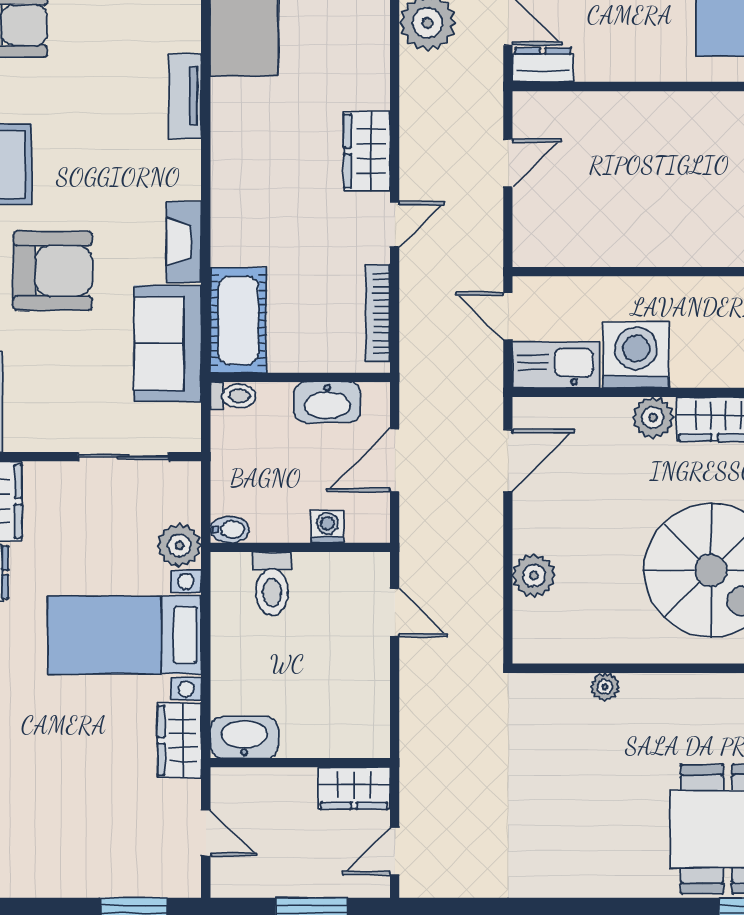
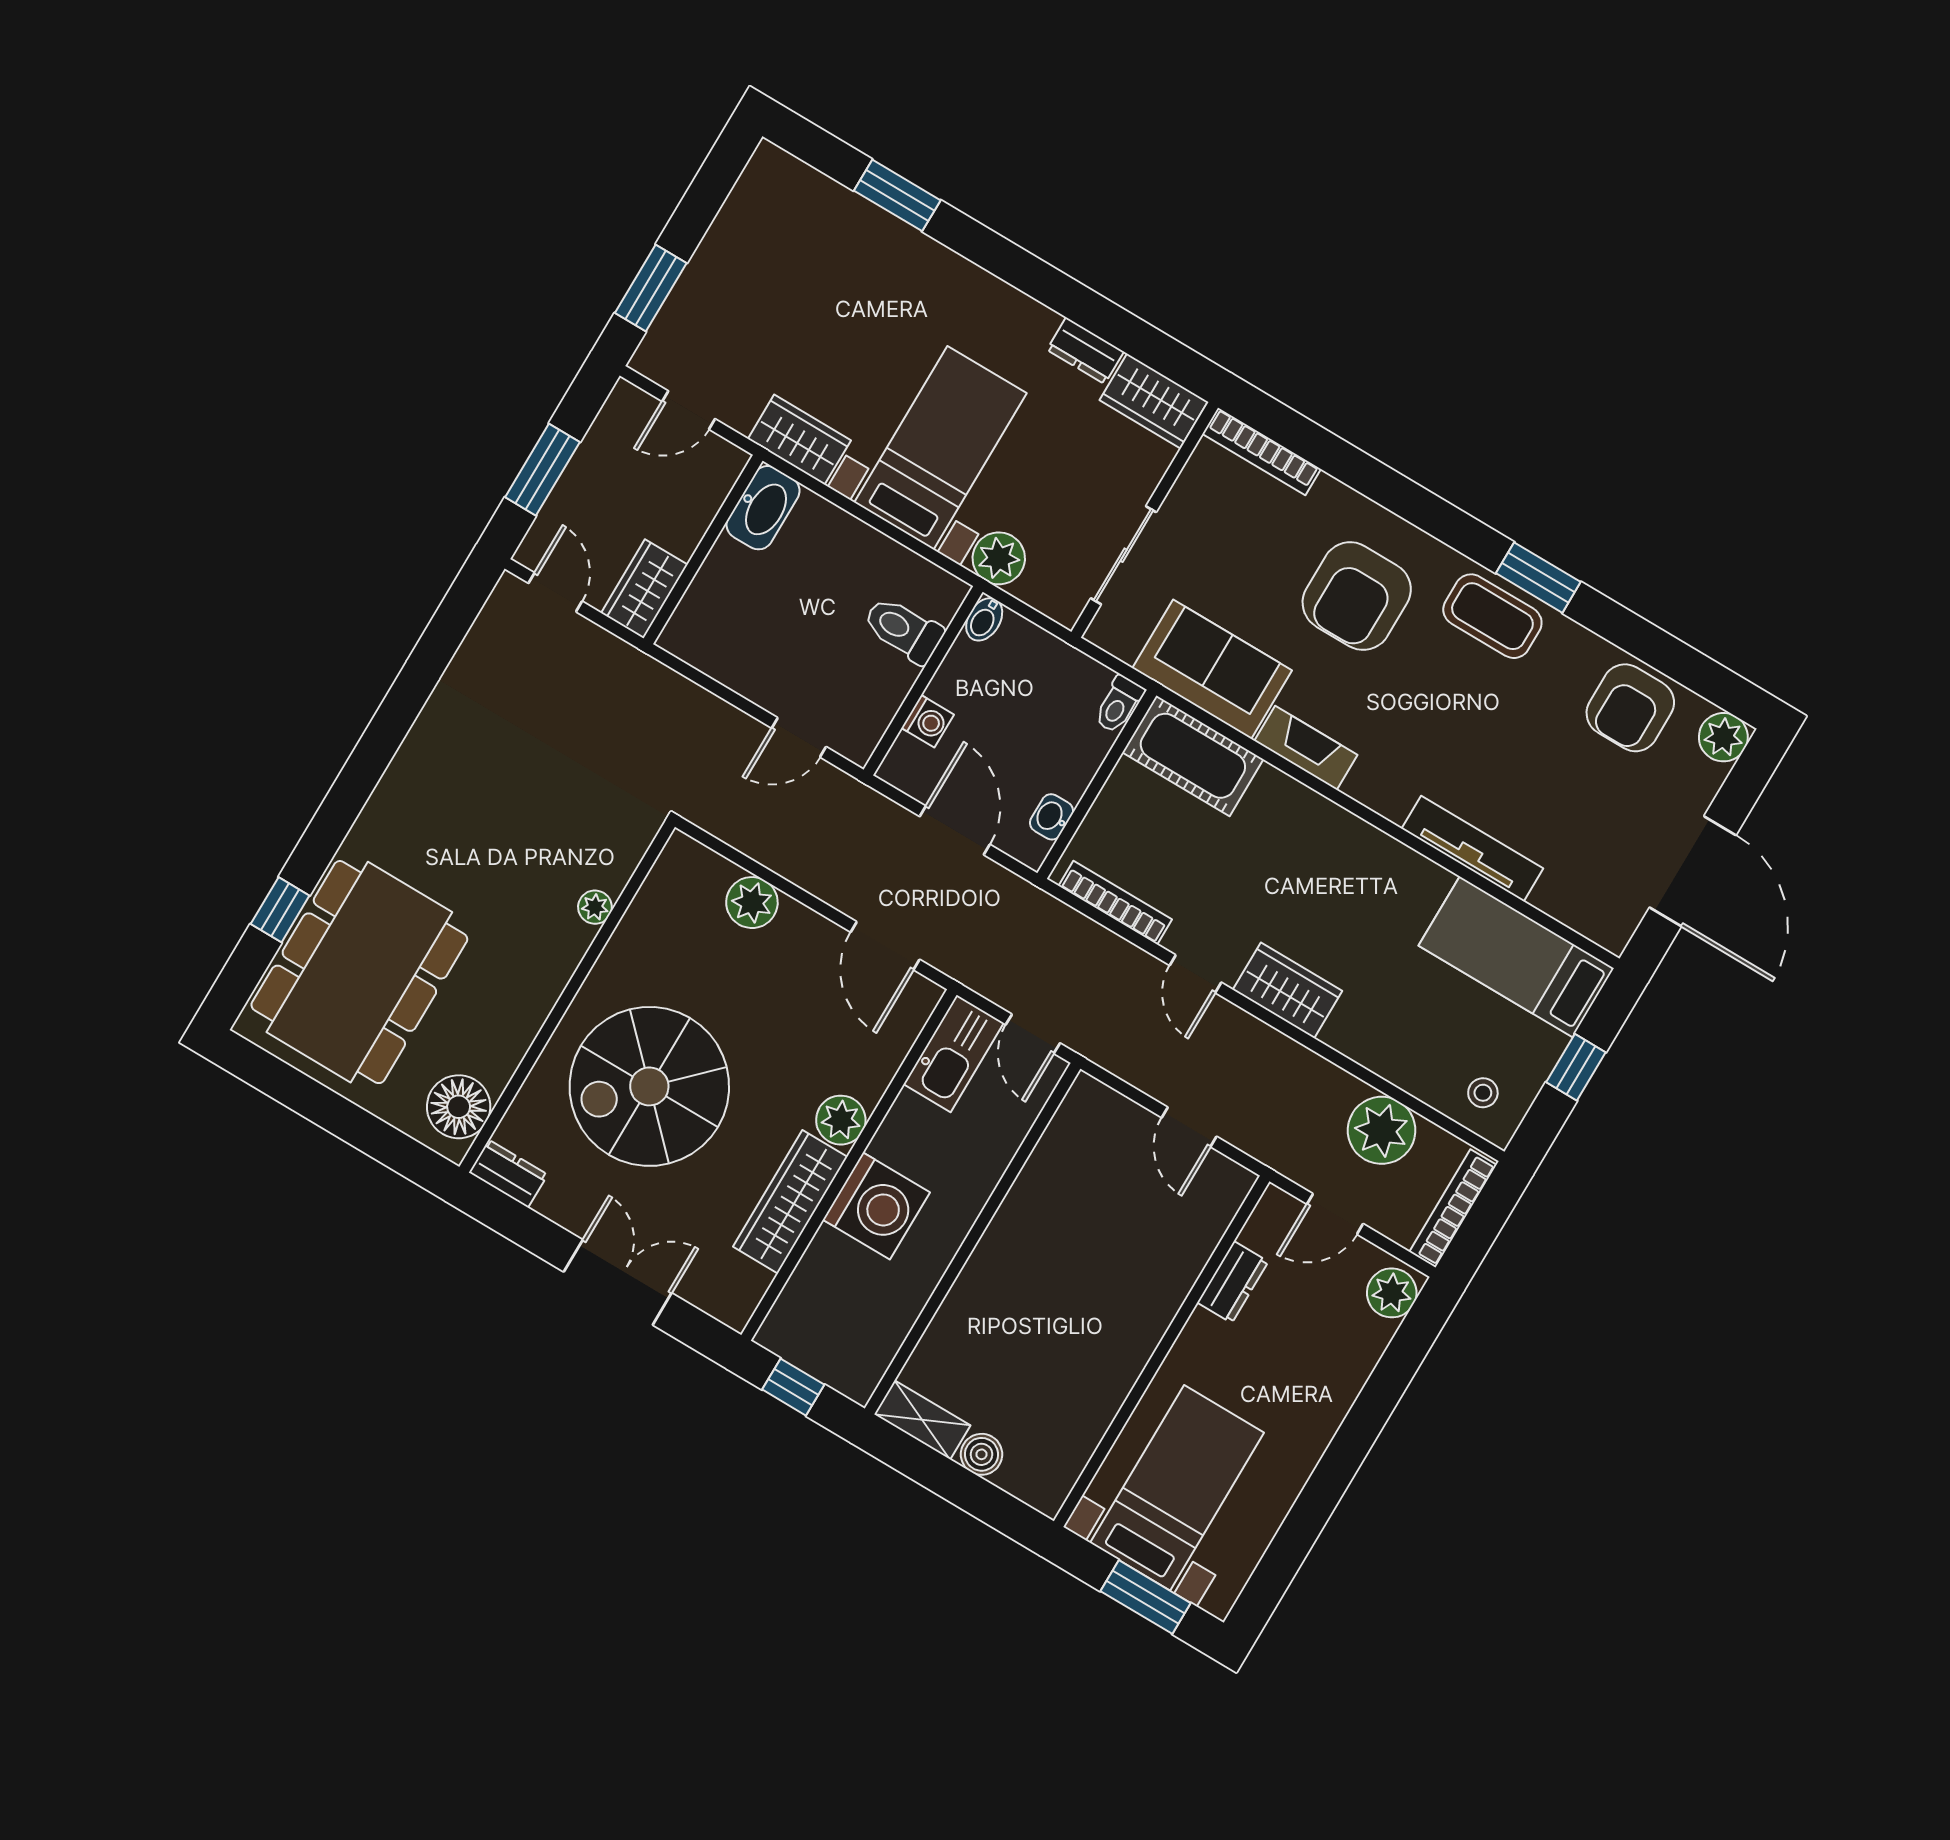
dresser: (543, 65) -> (1233, 1282), moved
tv unit: (185, 96) -> (1472, 849), width x1.41
door: (508, 316) -> (1033, 1034), swing flipped
washing machine: (636, 355) -> (876, 1206), moved
washbasin: (327, 402) -> (1052, 817), width x0.52, depth x0.69

